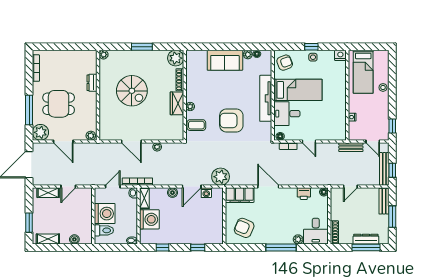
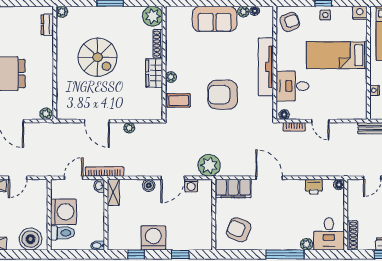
dresser: (92, 83) -> (47, 25), moved
bed: (298, 90) -> (337, 55), moved, turned 180
washing machine: (149, 219) -> (153, 238), moved, turned -90
boiler: (74, 239) -> (30, 239), width x1.86, depth x1.86

